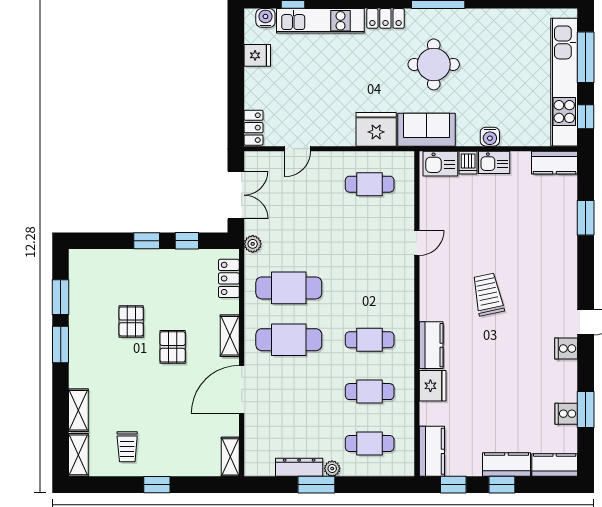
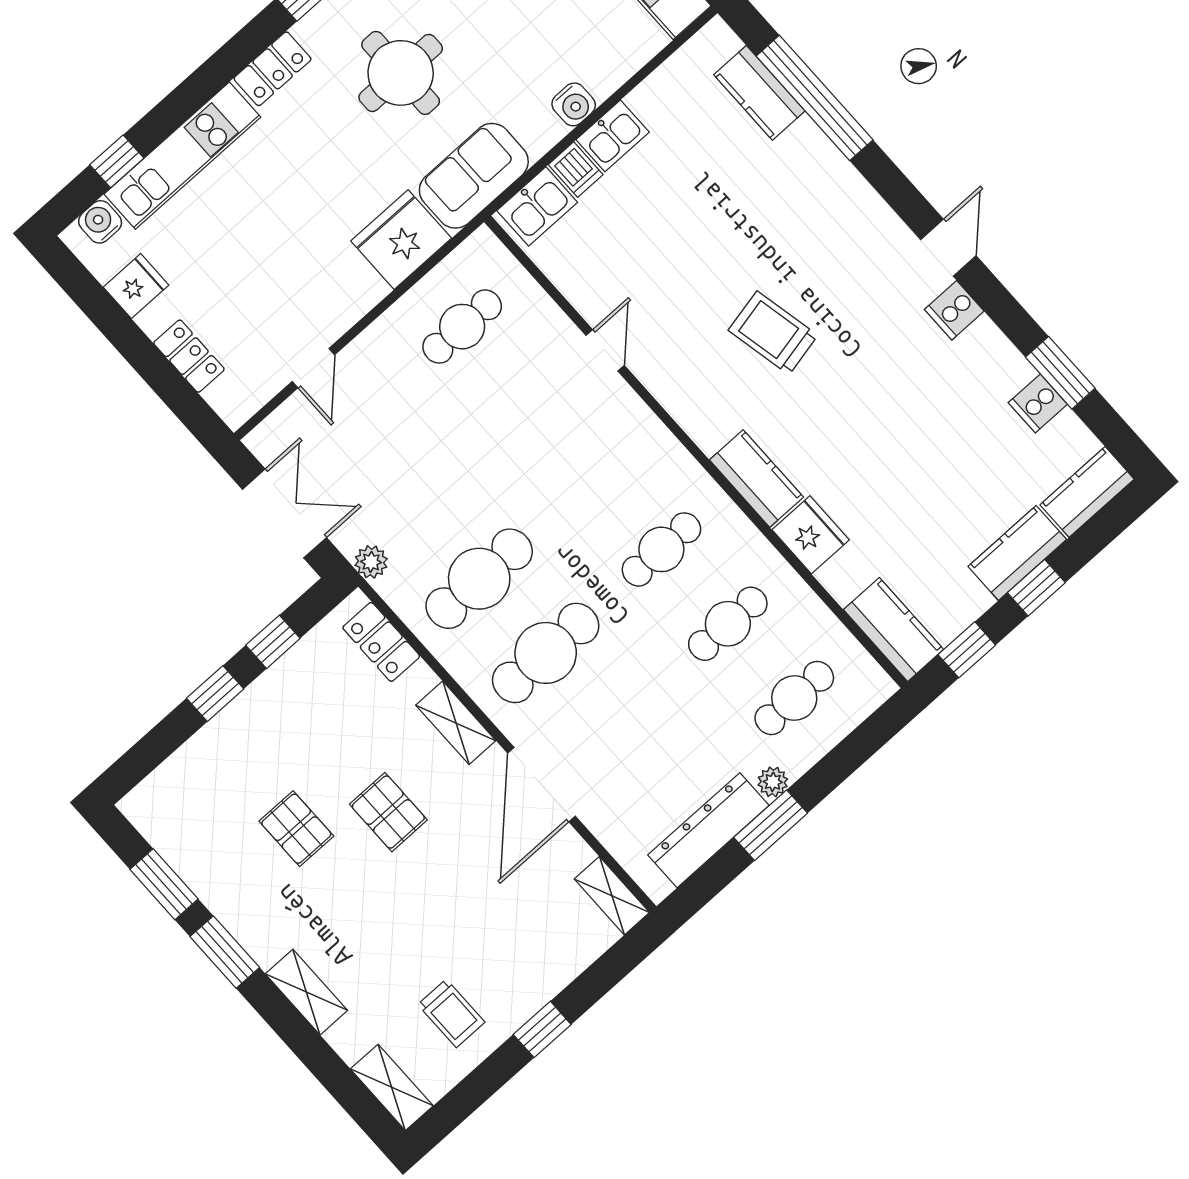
locker: (253, 128) -> (189, 356), moved
kitchen counter: (555, 163) -> (759, 93), moved, turned 90
window: (586, 218) -> (815, 98), width x2.11
shelving: (78, 410) -> (306, 992), moved
dresser: (299, 467) -> (708, 830), width x1.37, depth x1.24

